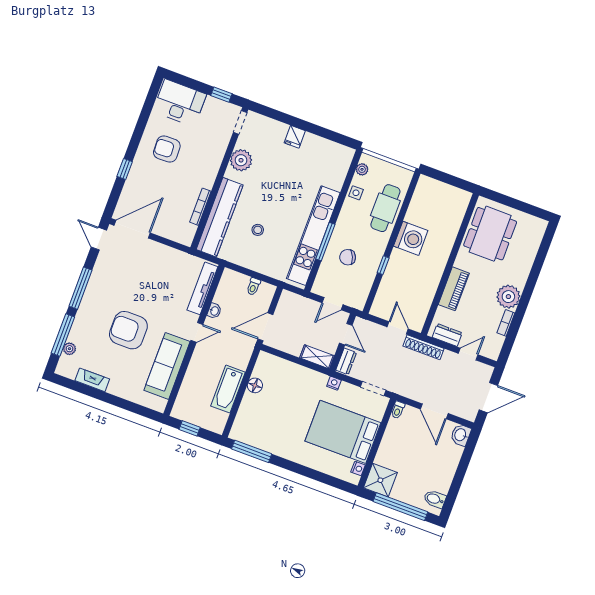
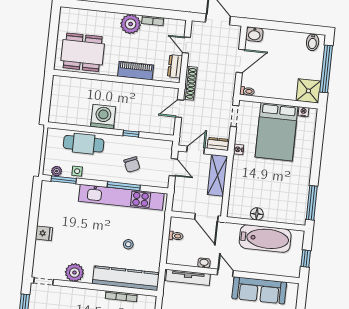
window: (350, 175) -> (64, 180), added
shelving: (317, 357) -> (217, 175), width x1.50, depth x1.33
bathtub: (228, 389) -> (265, 239), width x1.36, depth x1.36

